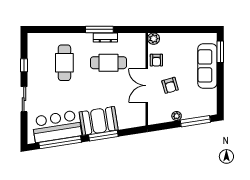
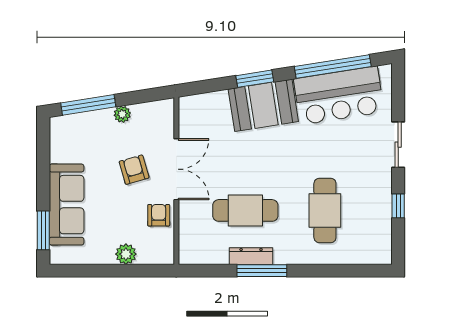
plant: (154, 39) -> (126, 254), moved
window: (103, 136) -> (255, 79), width x0.69

